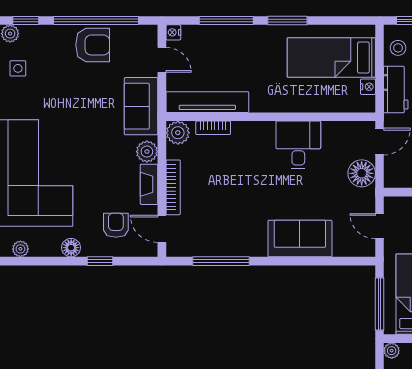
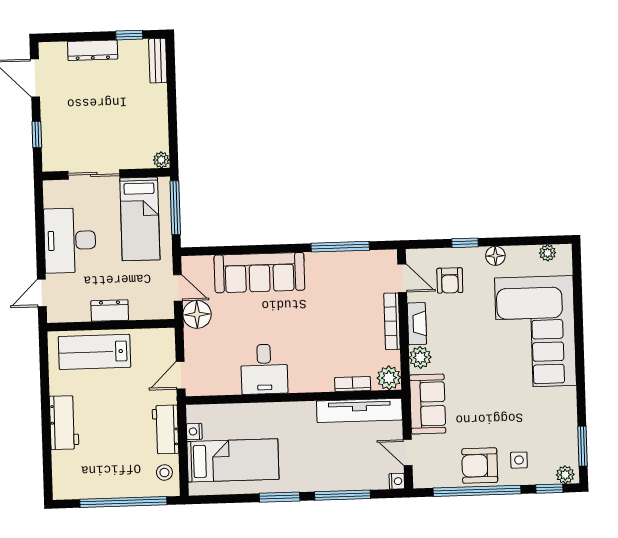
side table: (18, 68) -> (519, 460), moved
floor lamp: (362, 173) -> (197, 314), moved
sofa: (300, 239) -> (259, 273), width x1.36

